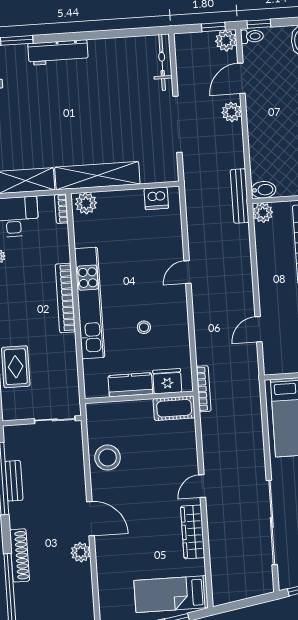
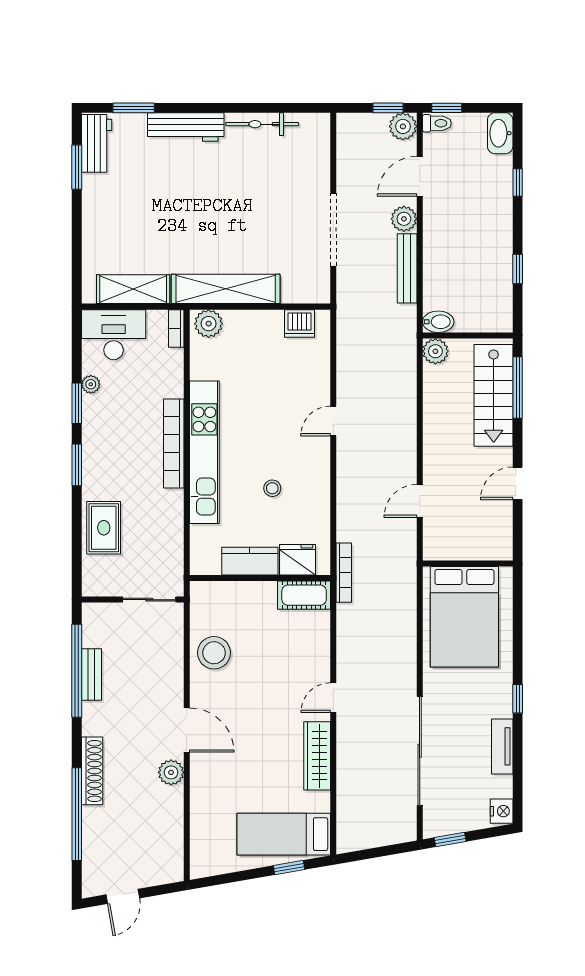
bicycle: (162, 62) -> (262, 124), moved, turned -90
bench: (240, 196) -> (407, 268), moved

